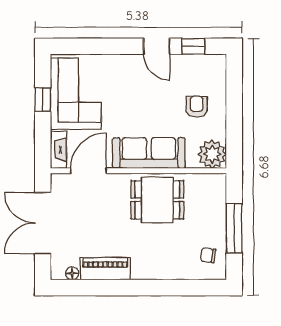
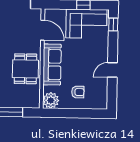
window: (193, 46) -> (113, 24), moved
fireplace: (58, 150) -> (55, 13), removed

